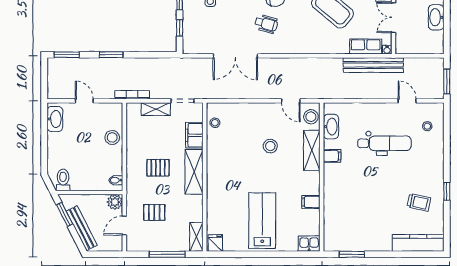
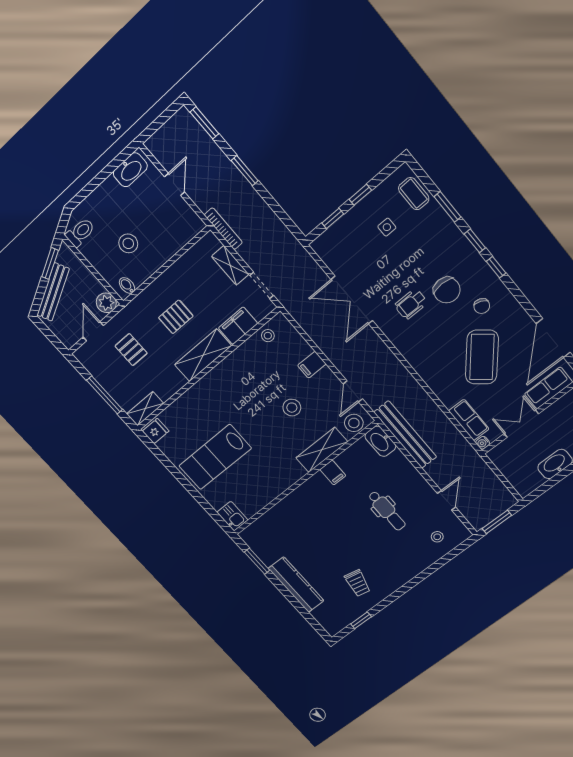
wheelchair: (266, 24) -> (411, 304), turned 74
bench: (373, 65) -> (405, 435), moved
washbasin: (331, 127) -> (380, 441), moved, turned 90
stool: (112, 137) -> (128, 243), moved
dental chair: (384, 143) -> (387, 511), width x0.73, depth x0.72
pallet: (158, 168) -> (176, 317), turned 90
window: (447, 191) -> (361, 620), moved
filing cabinet: (311, 202) -> (312, 365), moved, turned -90
lab bench: (262, 221) -> (215, 457), turned 180
door: (124, 226) -> (93, 331), hinge flipped
kitchen counter: (418, 243) -> (296, 585), moved

